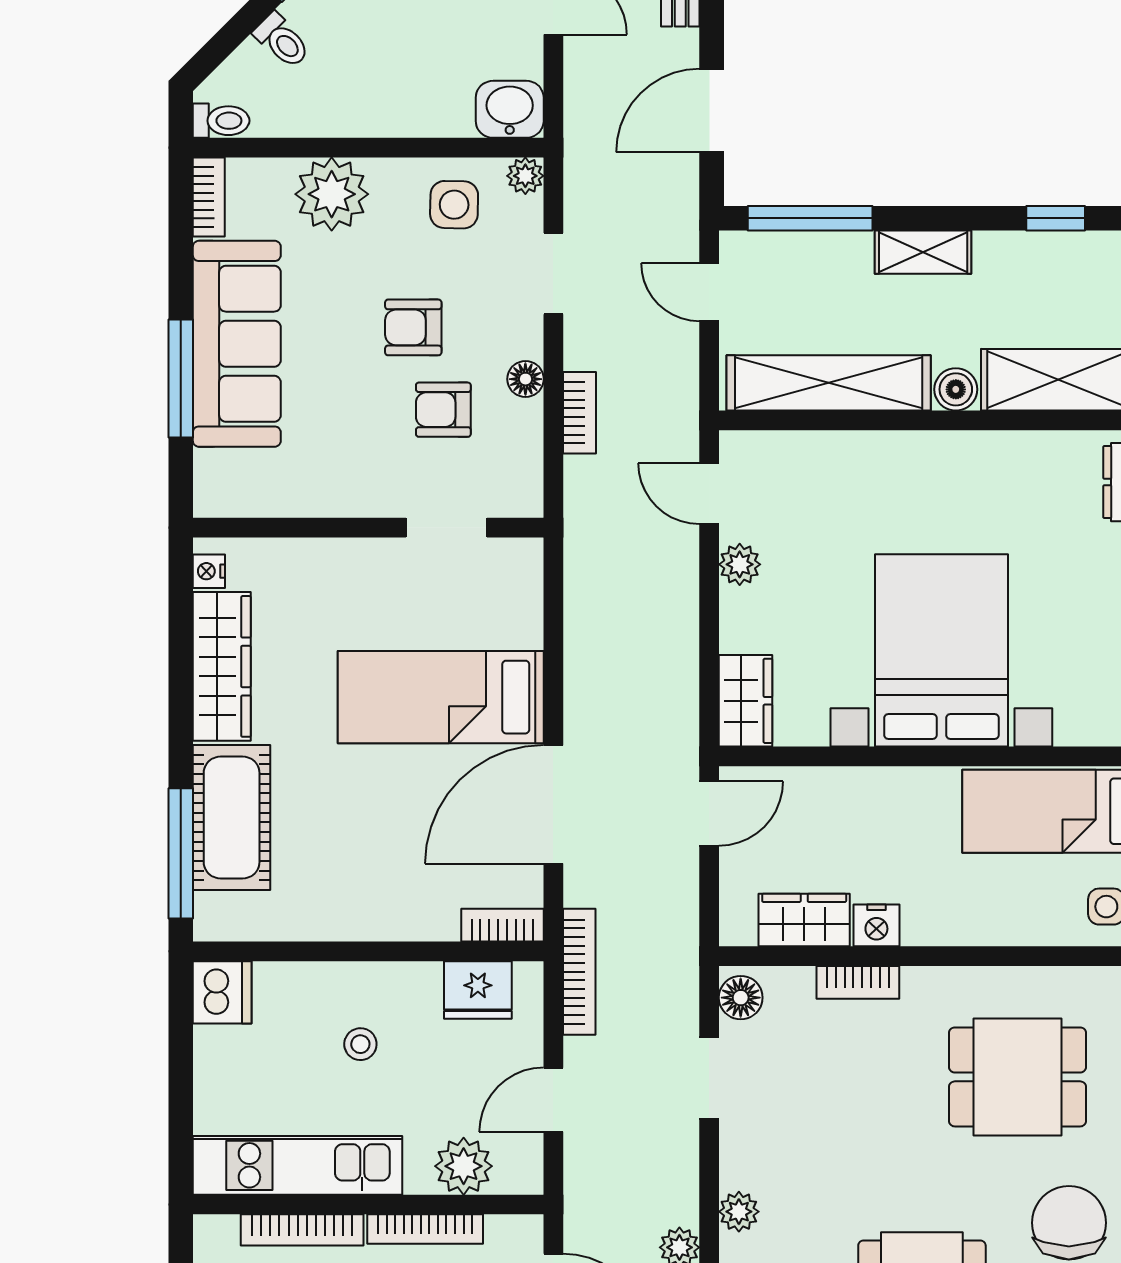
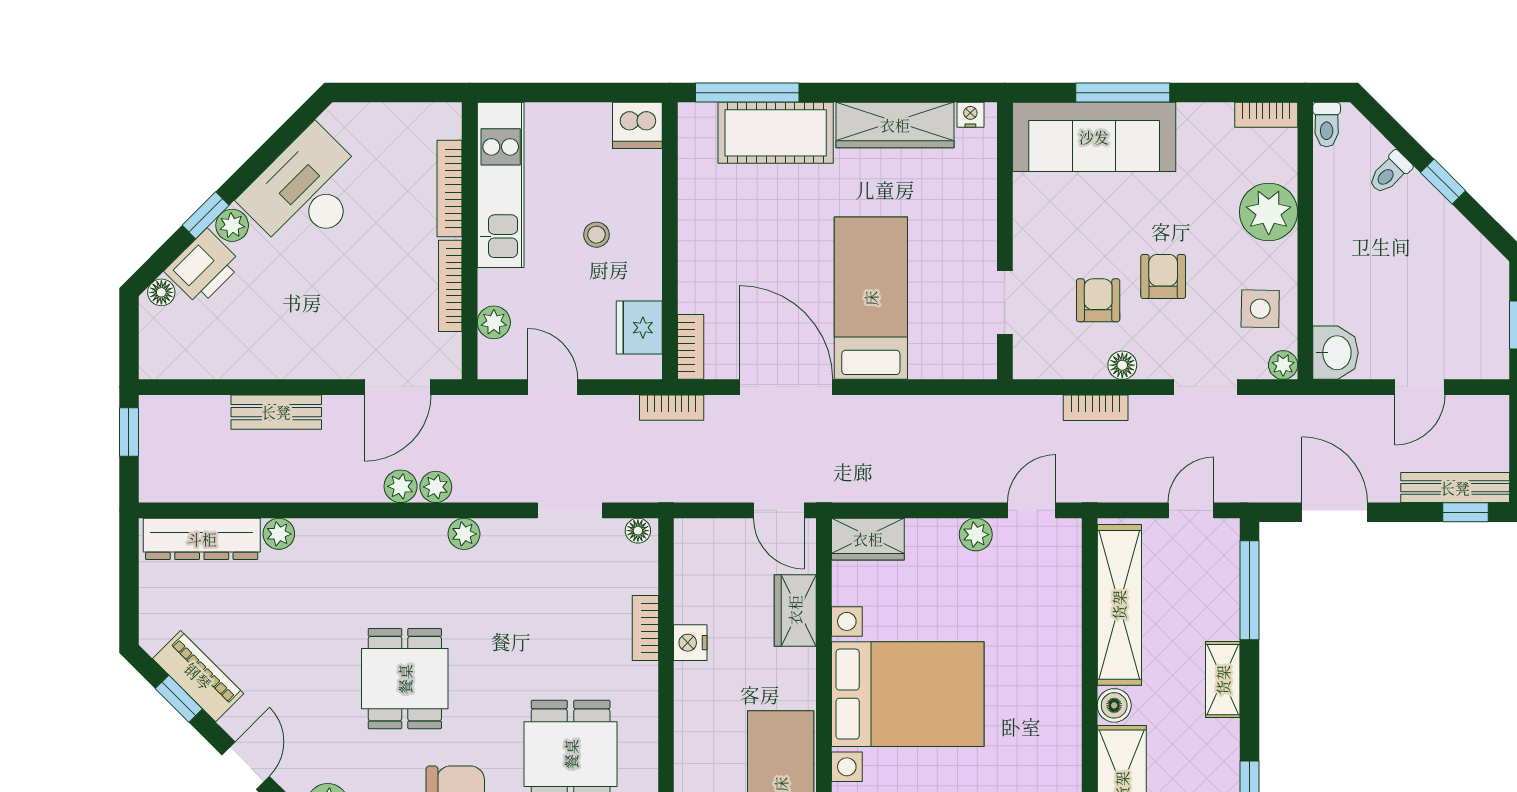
sofa: (237, 344) -> (1094, 137), moved
wardrobe: (804, 920) -> (795, 610), moved, turned 180
bookcase: (579, 972) -> (672, 408), width x0.64
floor lamp: (741, 998) -> (638, 531), width x0.73, depth x0.73
plant: (464, 1166) -> (494, 322), width x0.73, depth x0.73

